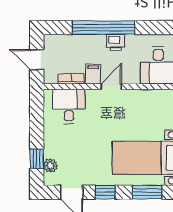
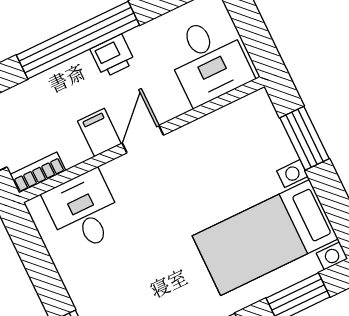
bookcase: (71, 79) -> (38, 173), moved

